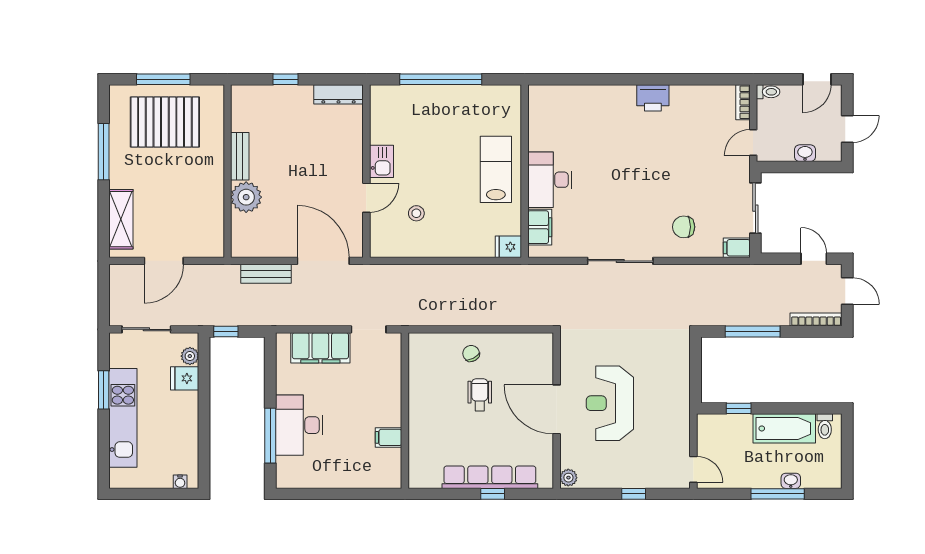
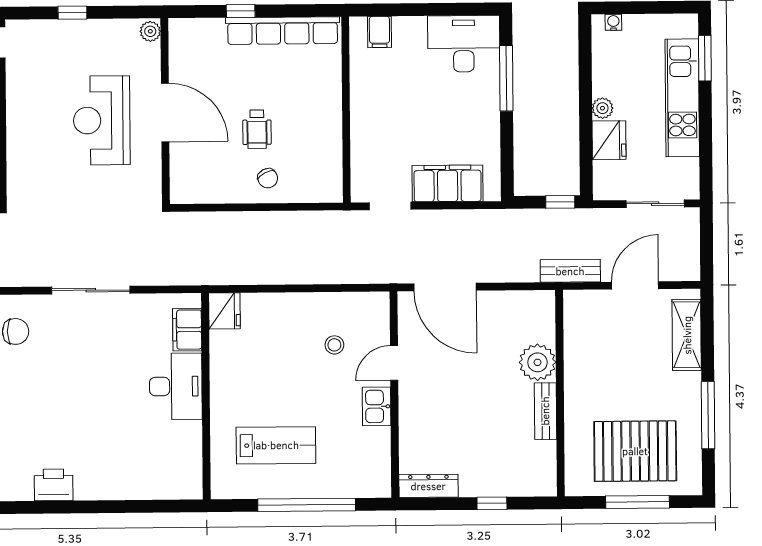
lab bench: (496, 169) -> (276, 445), moved, turned -90
fridge: (508, 247) -> (224, 311), width x1.38
bench: (266, 274) -> (570, 271), moved
plant: (190, 356) -> (602, 108), moved
fridge: (185, 378) -> (609, 140), width x1.38
window: (104, 390) -> (705, 58), moved
reception desk: (610, 403) -> (102, 120), turned 180
desk: (299, 425) -> (464, 44), moved, turned -90
filing cabinet: (389, 437) -> (379, 32), moved, turned 90
row of seats: (490, 477) -> (283, 31), moved

